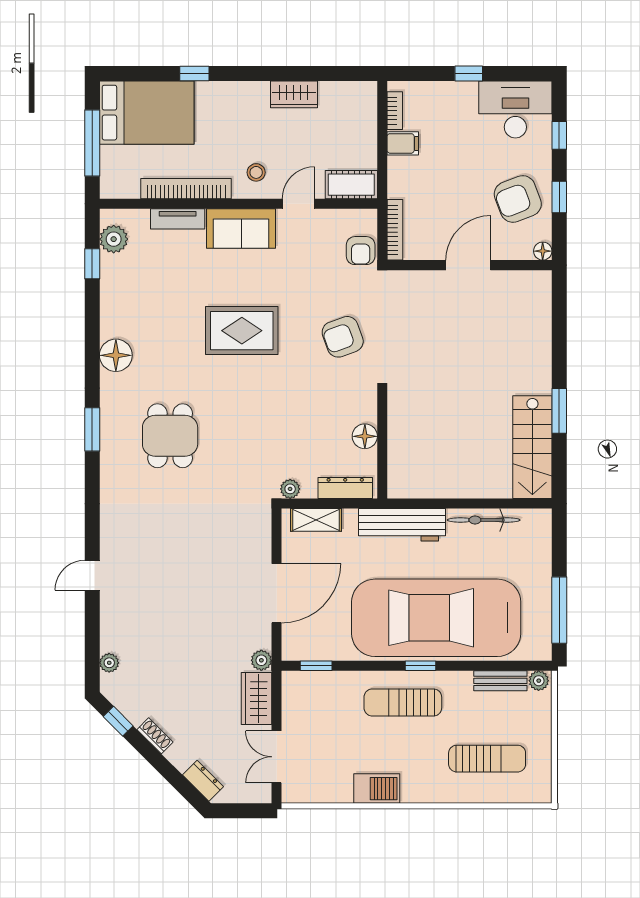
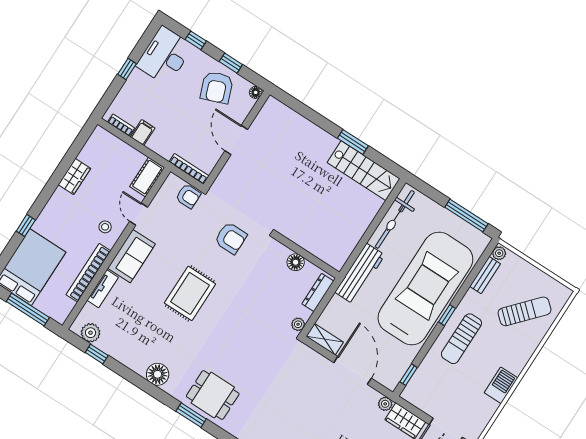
armchair: (343, 337) -> (231, 238), turned -70
dining table: (170, 436) -> (213, 395), moved
shelving: (316, 520) -> (325, 339), moved, turned 90
bicycle: (484, 520) -> (395, 219), width x1.37, depth x1.40
car: (436, 618) -> (425, 288), turned 180
sun lounger: (487, 759) -> (525, 311), turned 42

